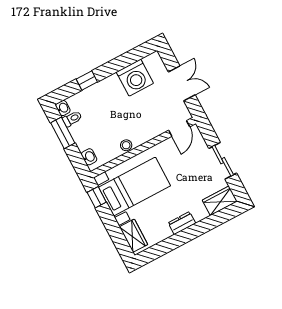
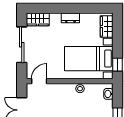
sliding door: (223, 161) -> (22, 45), width x1.37

